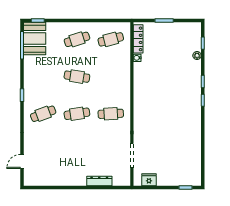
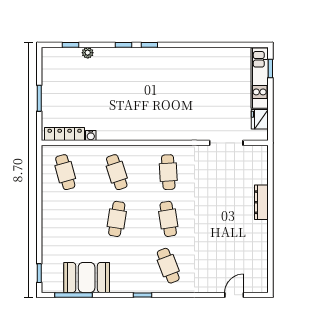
booth: (35, 39) -> (87, 278), moved
cafe table: (77, 39) -> (117, 172), moved
door: (22, 161) -> (234, 295), swing flipped
kitchen unit: (179, 180) -> (260, 78), added
dresser: (99, 181) -> (261, 202), moved

